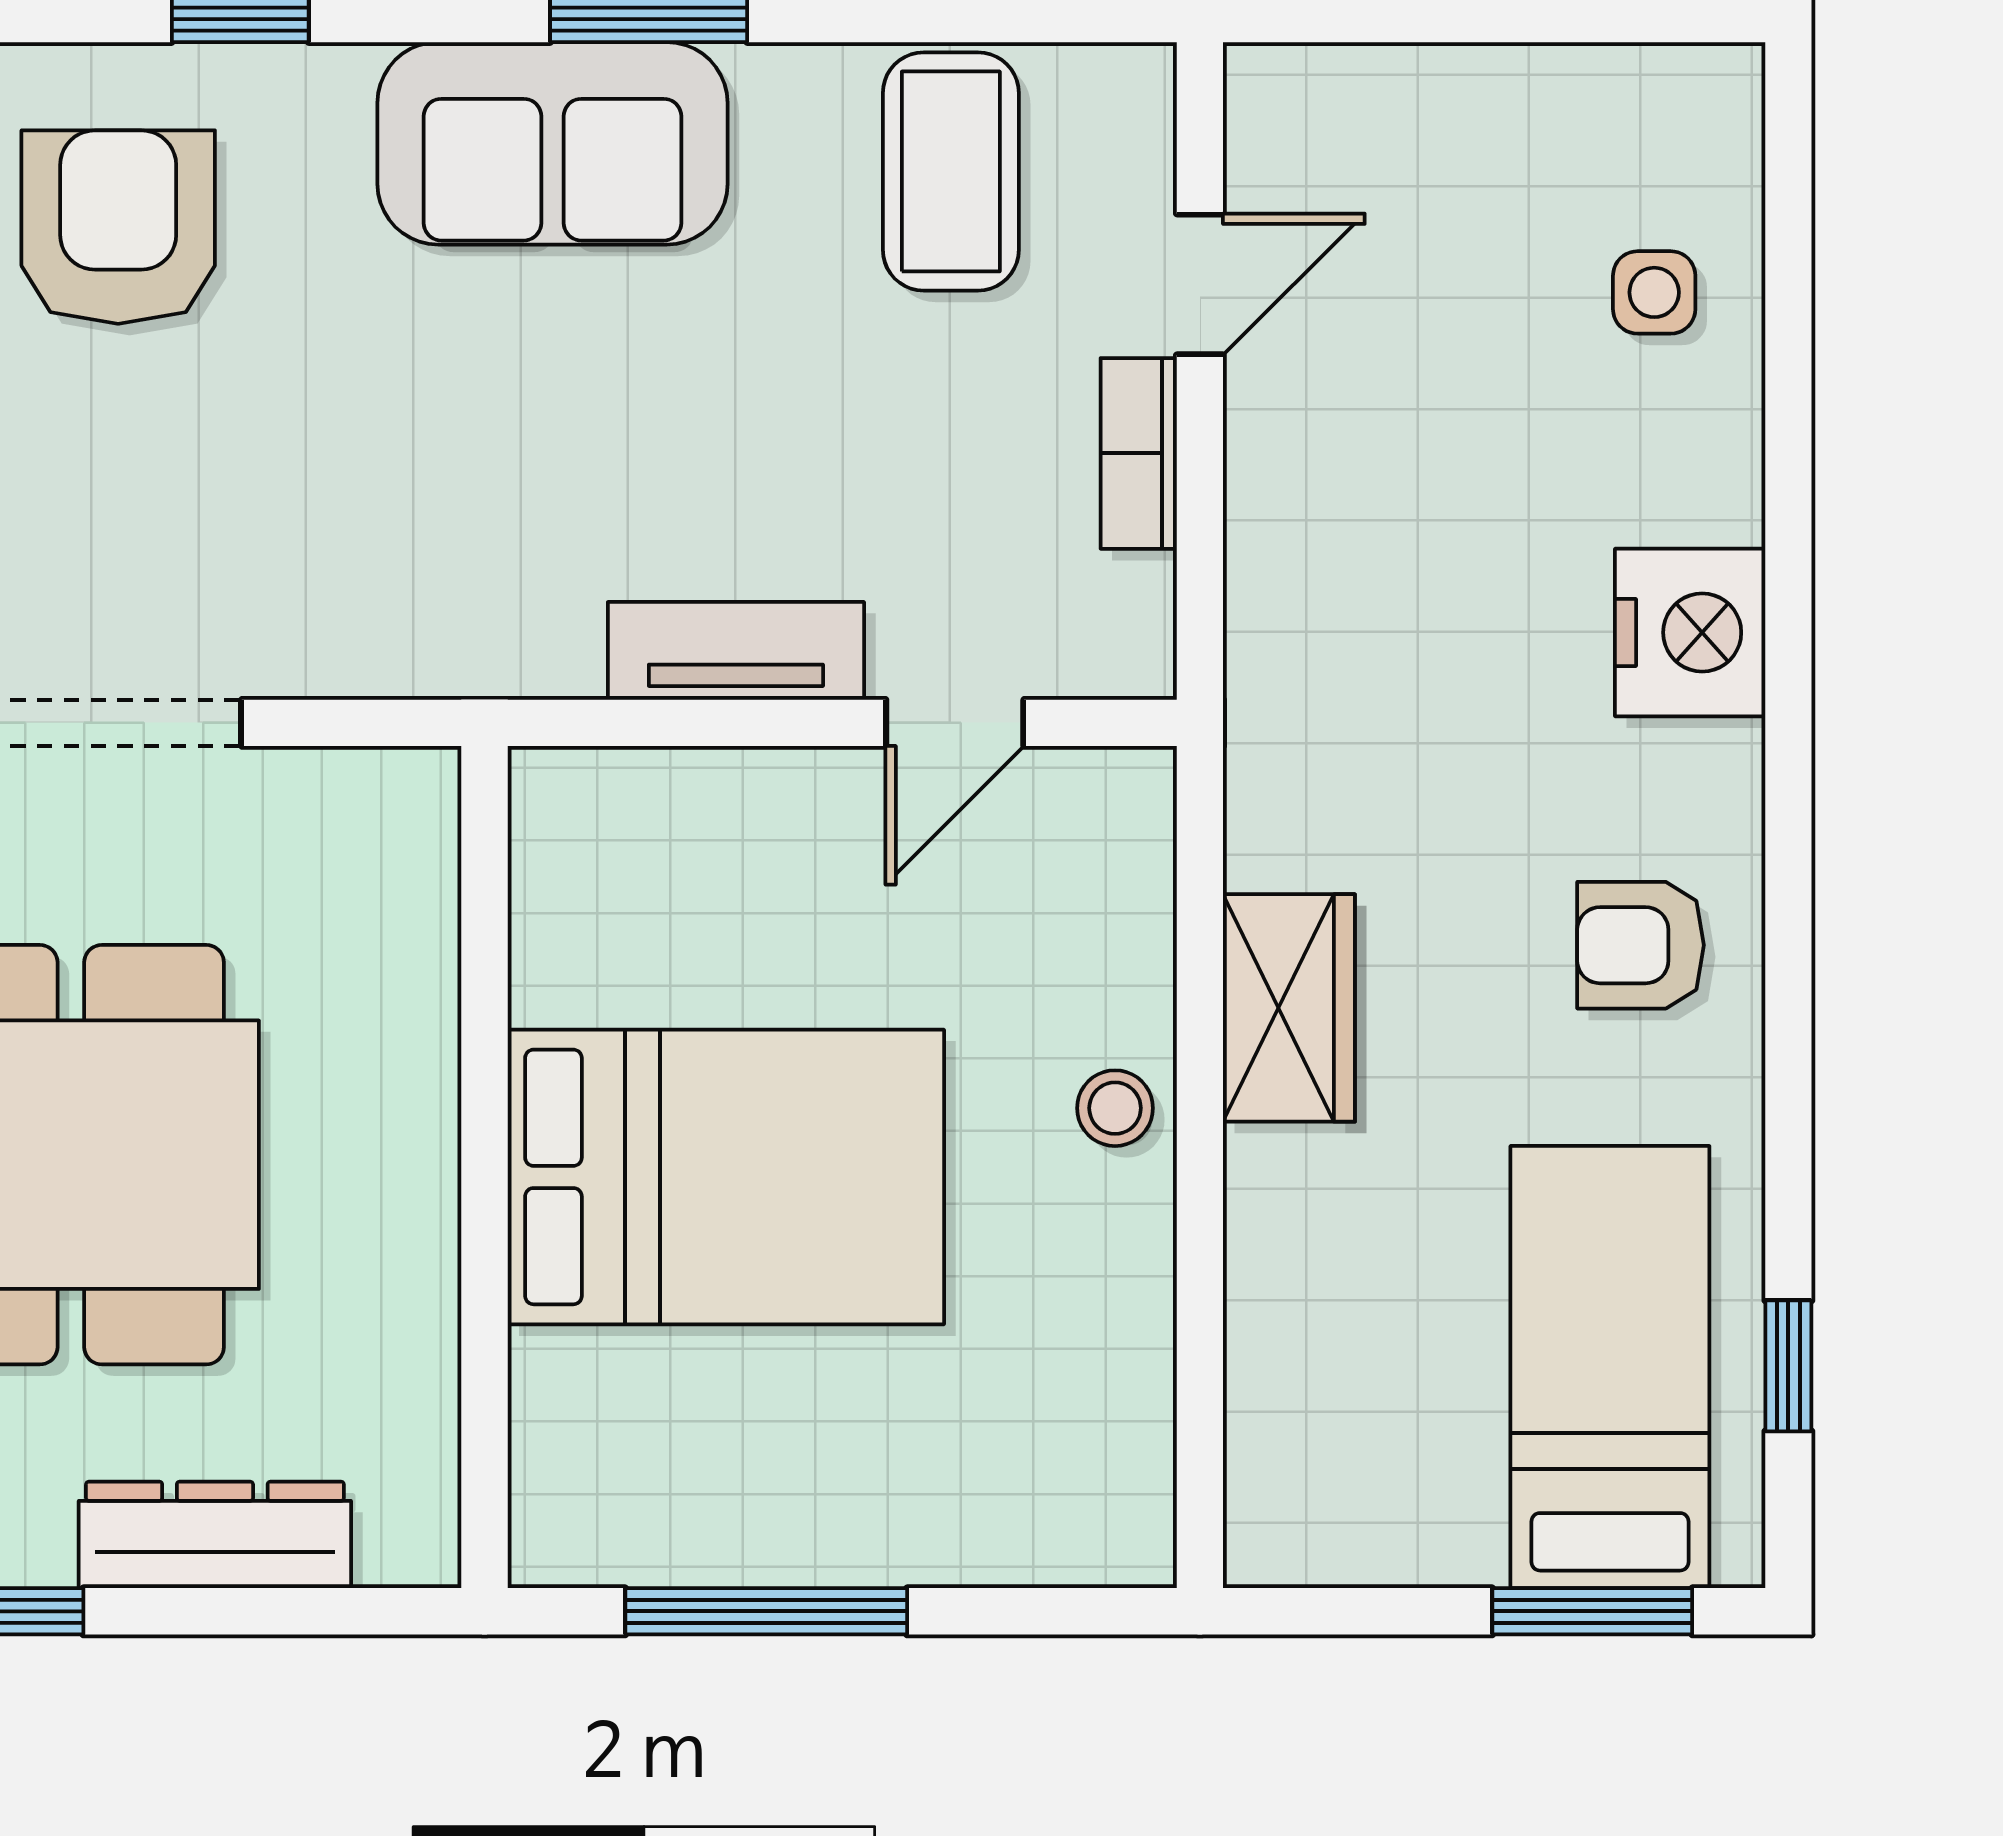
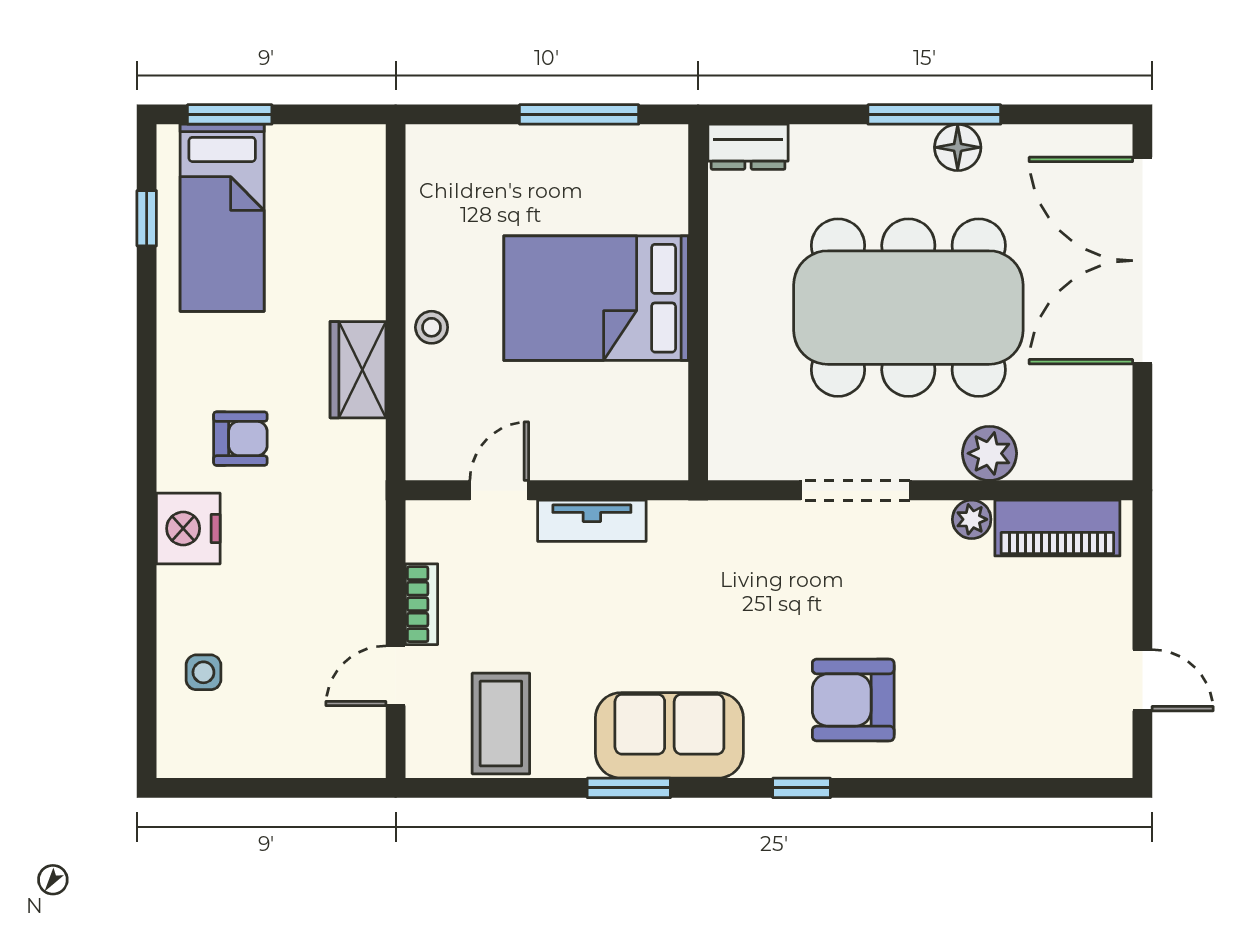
armchair: (118, 227) -> (853, 700), turned 90
armchair: (1641, 945) -> (240, 439), moved
dresser: (215, 1535) -> (748, 147), moved, width x0.70

